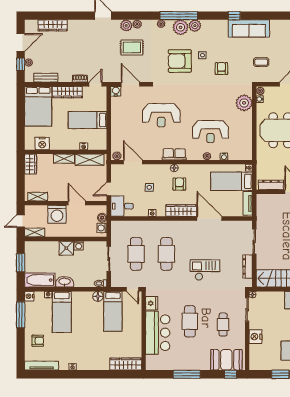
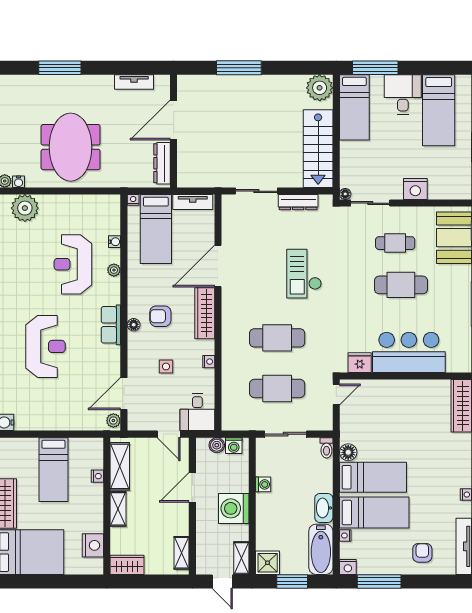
reception desk: (210, 132) -> (73, 264), turned 180
washing machine: (57, 214) -> (234, 508), moved, turned 180
shower: (66, 248) -> (268, 563), moved
bed: (113, 311) -> (373, 477), moved
cafe table: (190, 321) -> (401, 285), moved

